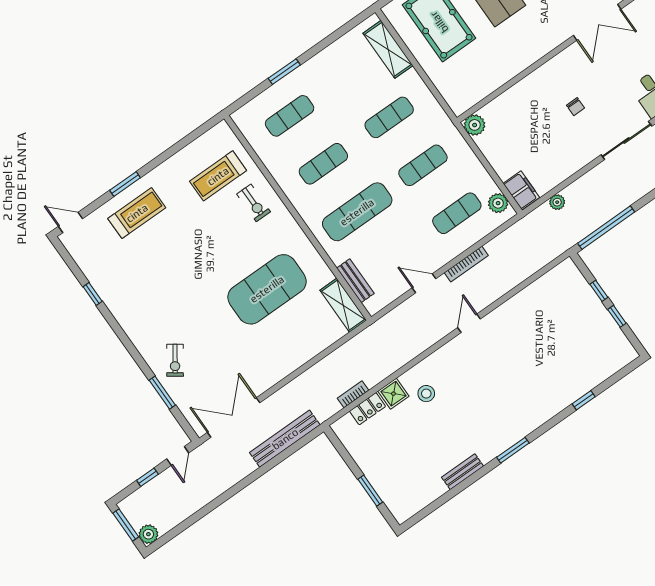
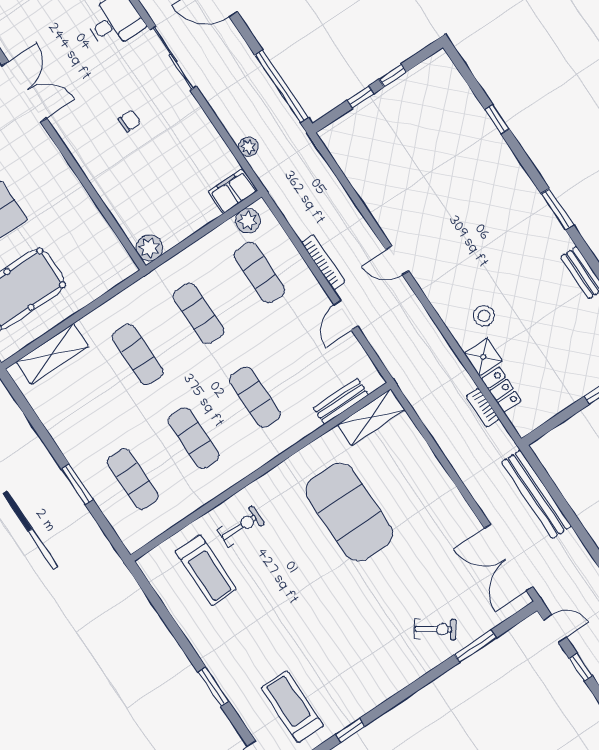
exercise mat: (357, 212) -> (255, 397), width x0.73, depth x0.69
treadmill: (137, 213) -> (292, 707), moved

